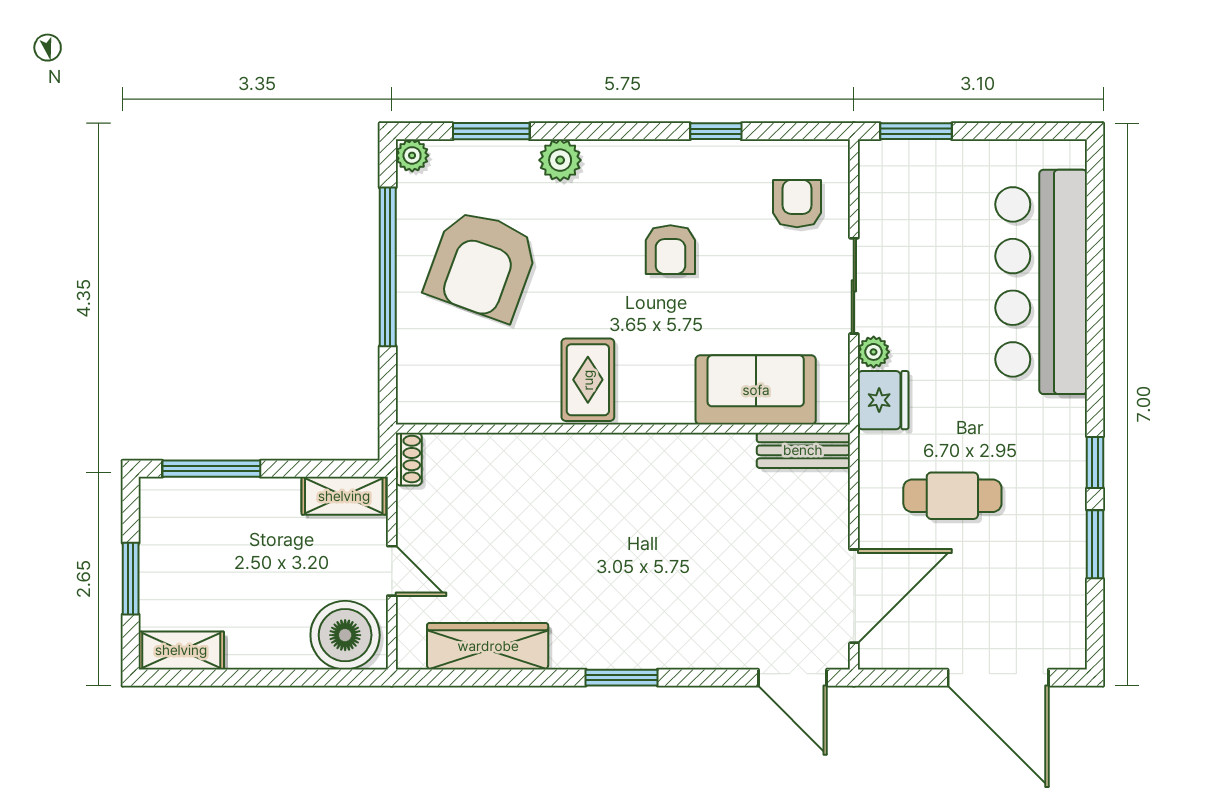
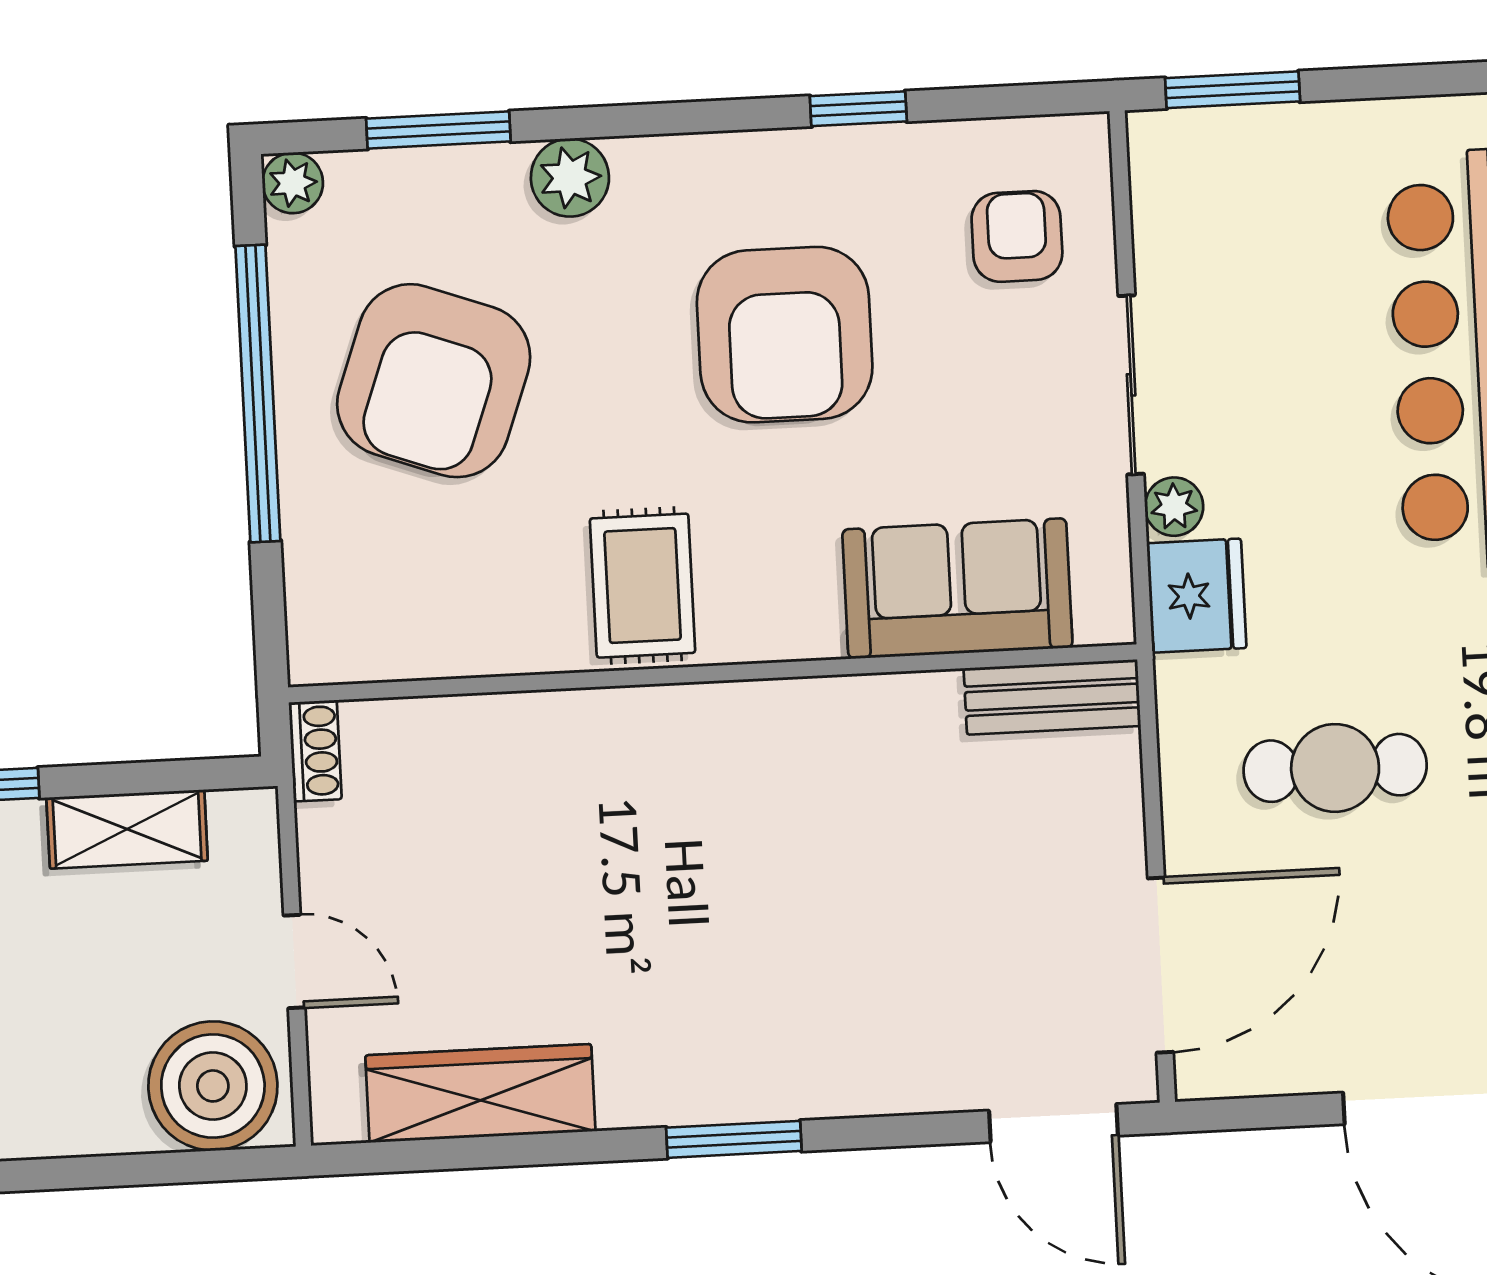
armchair: (670, 250) -> (785, 335), width x1.88, depth x1.88
shelving: (344, 496) -> (127, 829), moved

